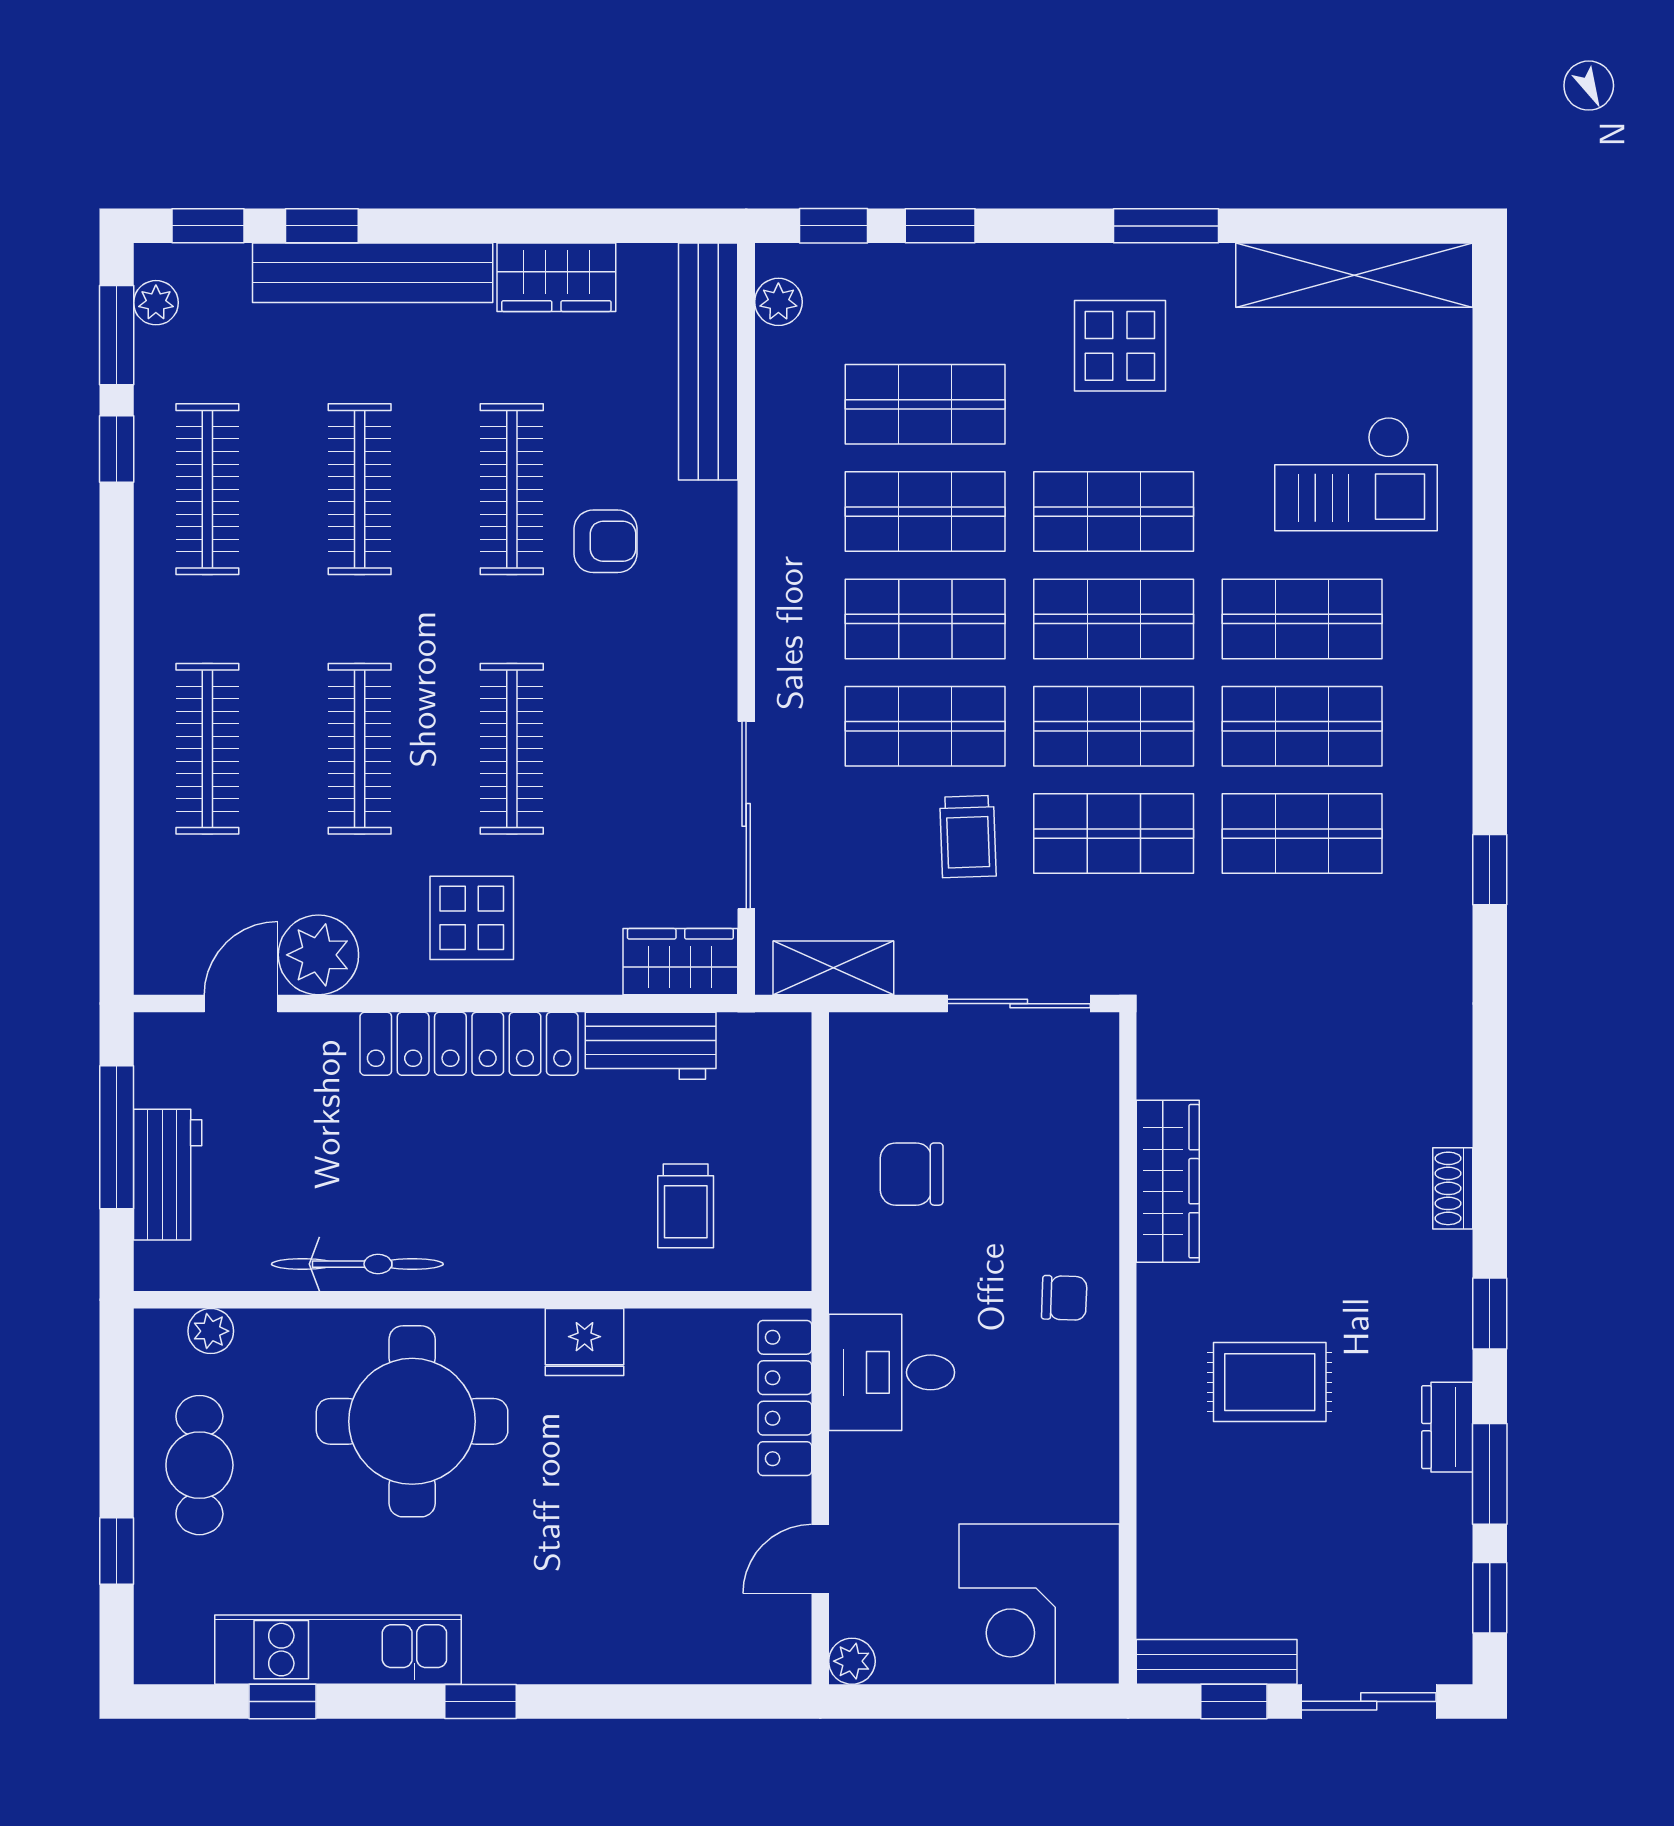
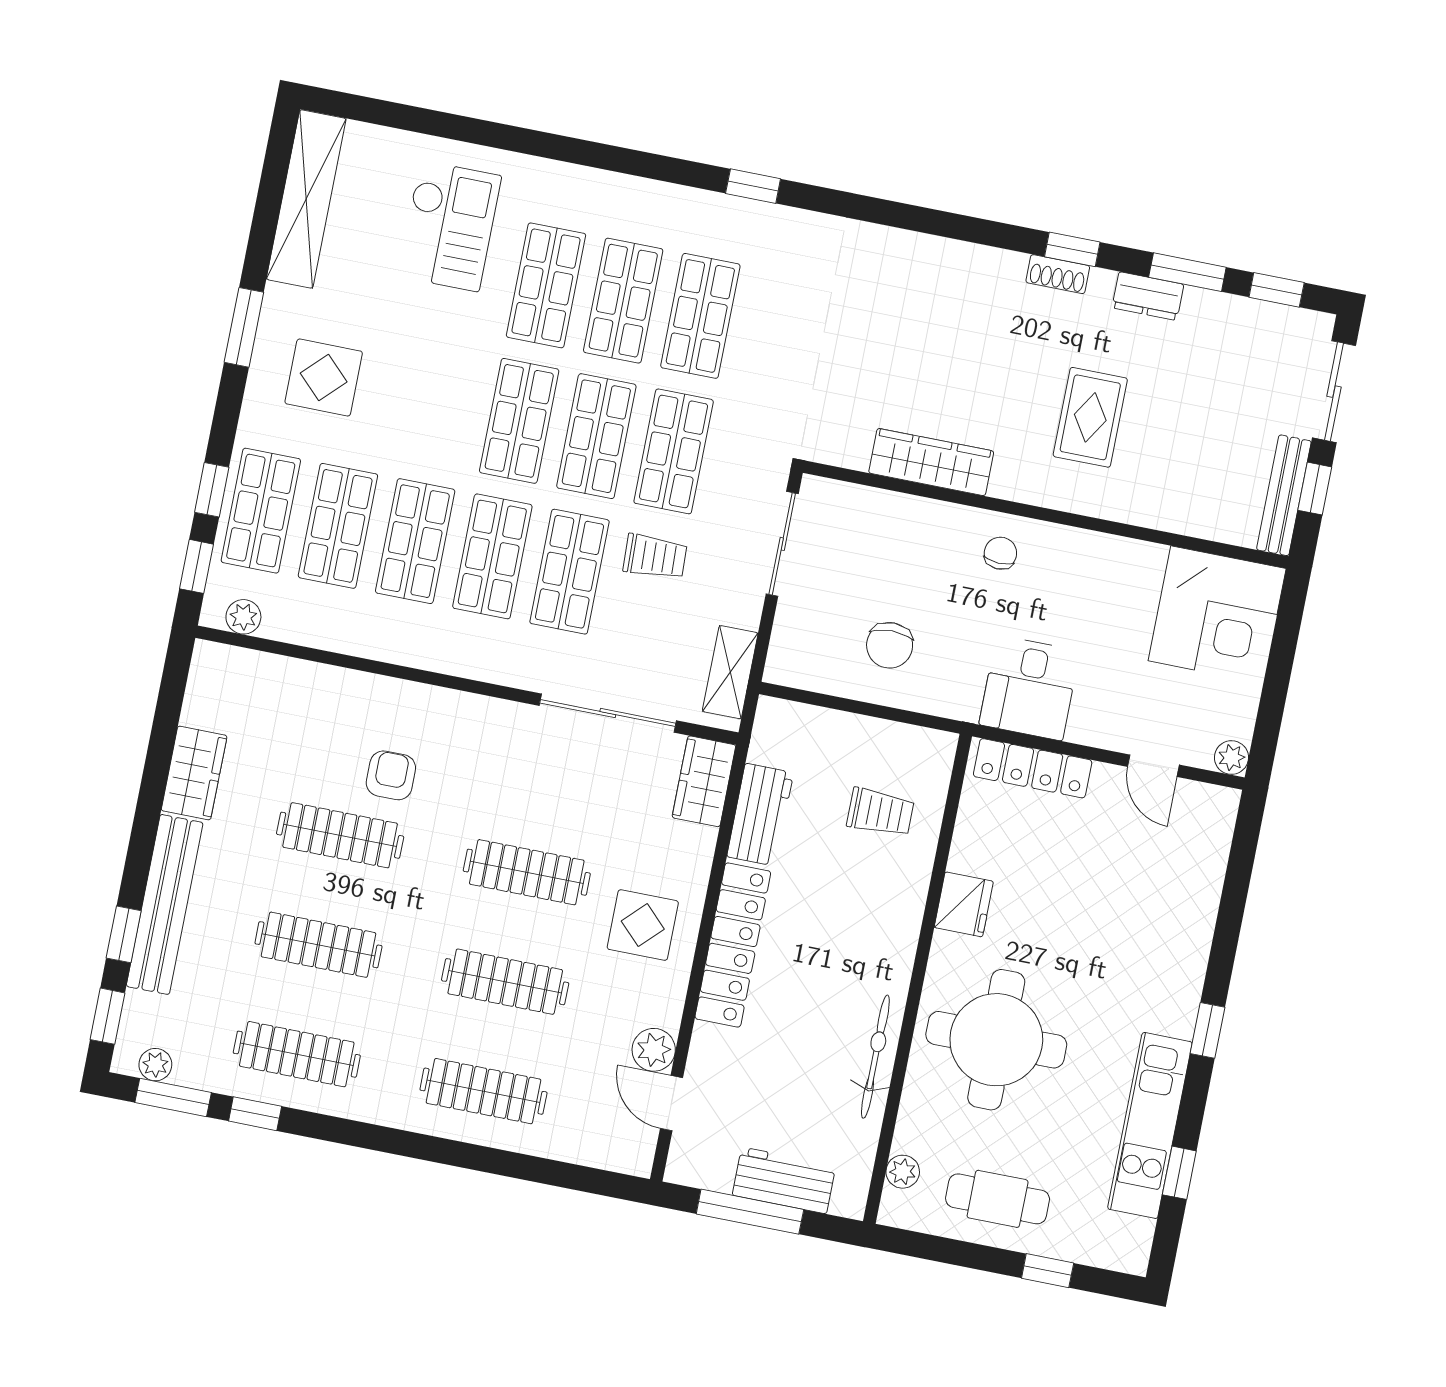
bench: (708, 361) -> (276, 676), removed
shop shelf: (1114, 512) -> (261, 511), moved
plant: (318, 955) -> (654, 1050), width x0.73, depth x0.73
shoe rack: (1453, 1188) -> (1058, 274), moved

